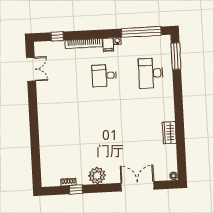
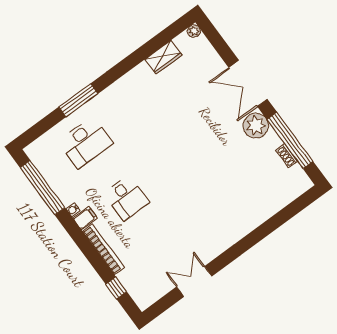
window: (176, 56) -> (78, 100), moved
double door: (31, 69) -> (194, 281), moved
wardrobe: (169, 133) -> (163, 57), moved
double door: (138, 186) -> (248, 83), moved
window: (76, 190) -> (290, 140), width x3.17

